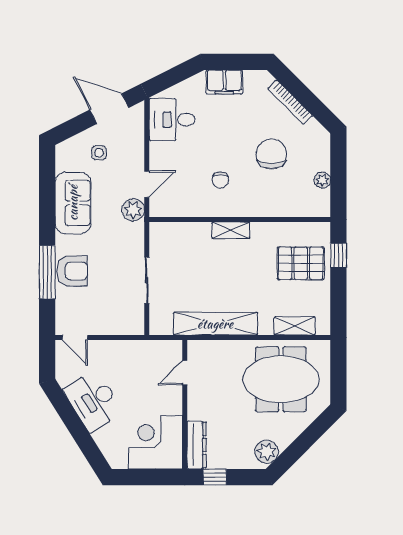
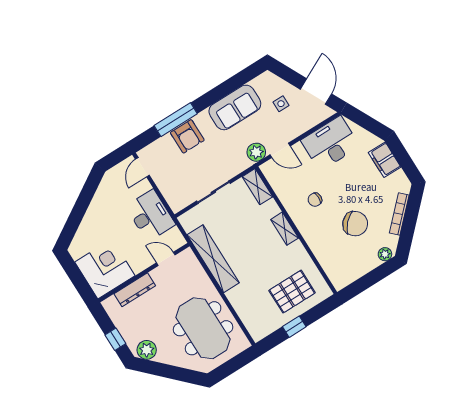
desk: (172, 120) -> (330, 143), width x1.37
chair: (271, 154) -> (355, 224), turned 44
plant: (322, 180) -> (385, 254), moved
window: (338, 256) -> (294, 327), moved
pallet: (301, 263) -> (292, 292), turned 90
shelving: (295, 326) -> (257, 187), moved
desk: (93, 401) -> (150, 215), moved, turned 122
dresser: (197, 445) -> (135, 290), moved
window: (215, 477) -> (115, 339), moved

